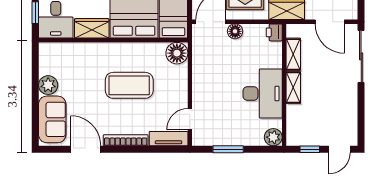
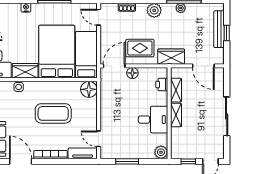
printer: (274, 32) -> (162, 84), moved
side table: (83, 50) -> (19, 87), added
sliding door: (361, 56) -> (227, 116), moved
desk: (263, 93) -> (153, 120), width x0.73
door: (190, 119) -> (99, 139), hinge flipped

